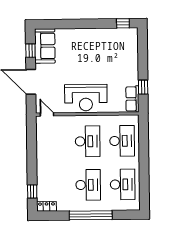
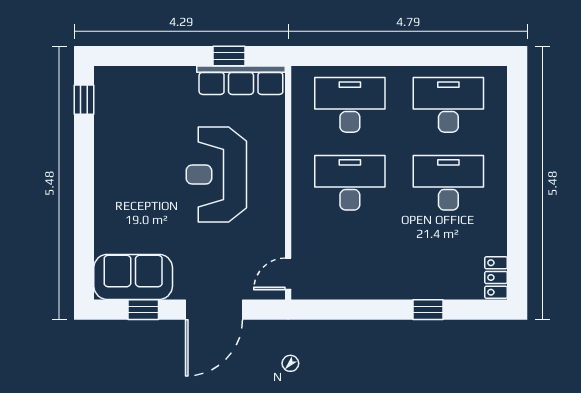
reception desk: (86, 98) -> (216, 175), moved, turned 180
row of seats: (132, 99) -> (241, 80), width x1.48
window: (32, 191) -> (428, 310), moved
window: (91, 215) -> (517, 178), removed

